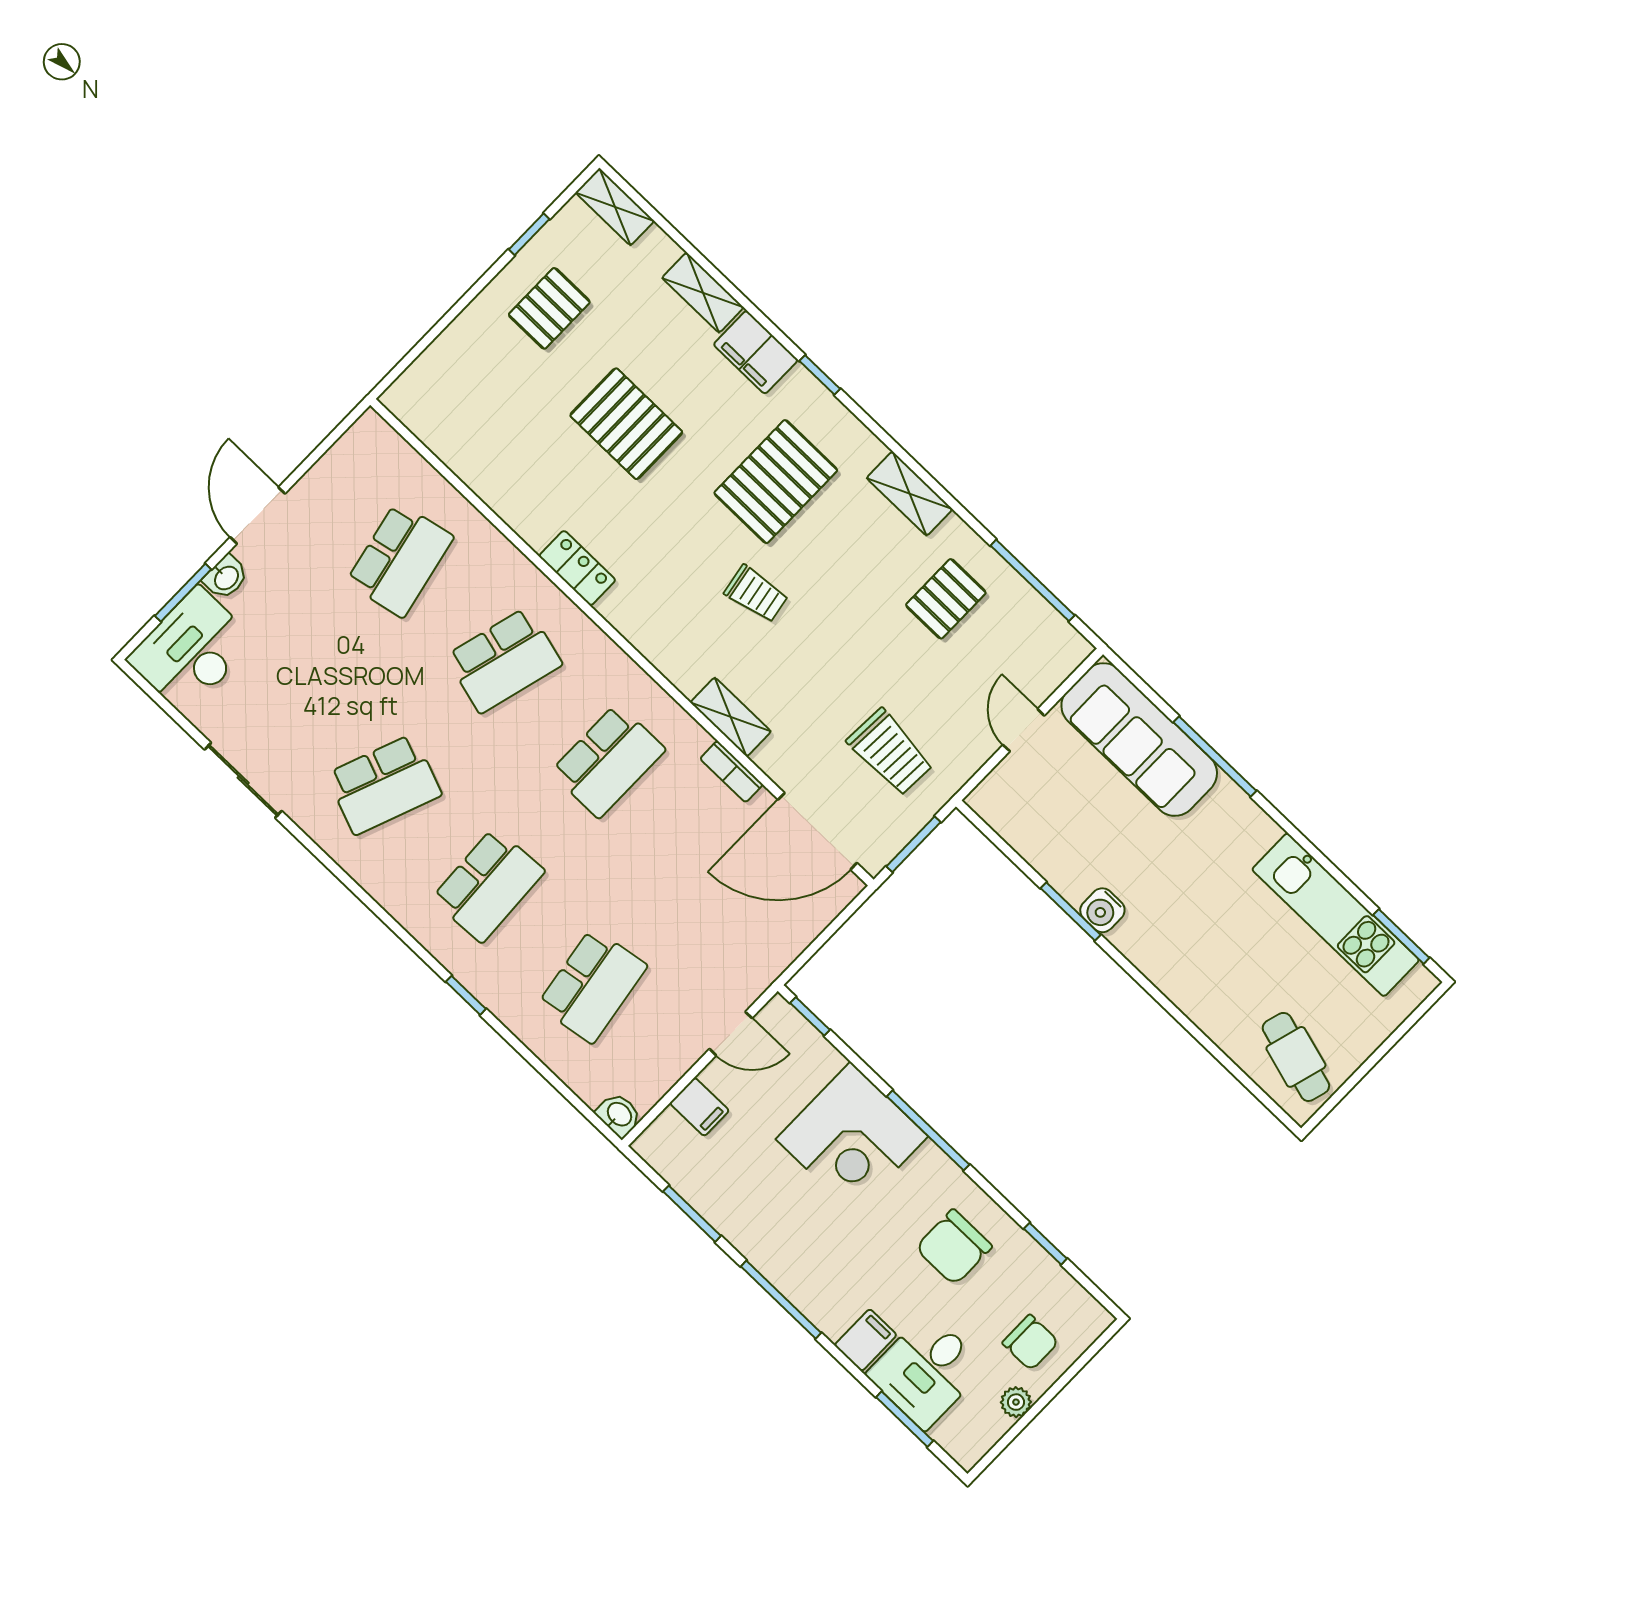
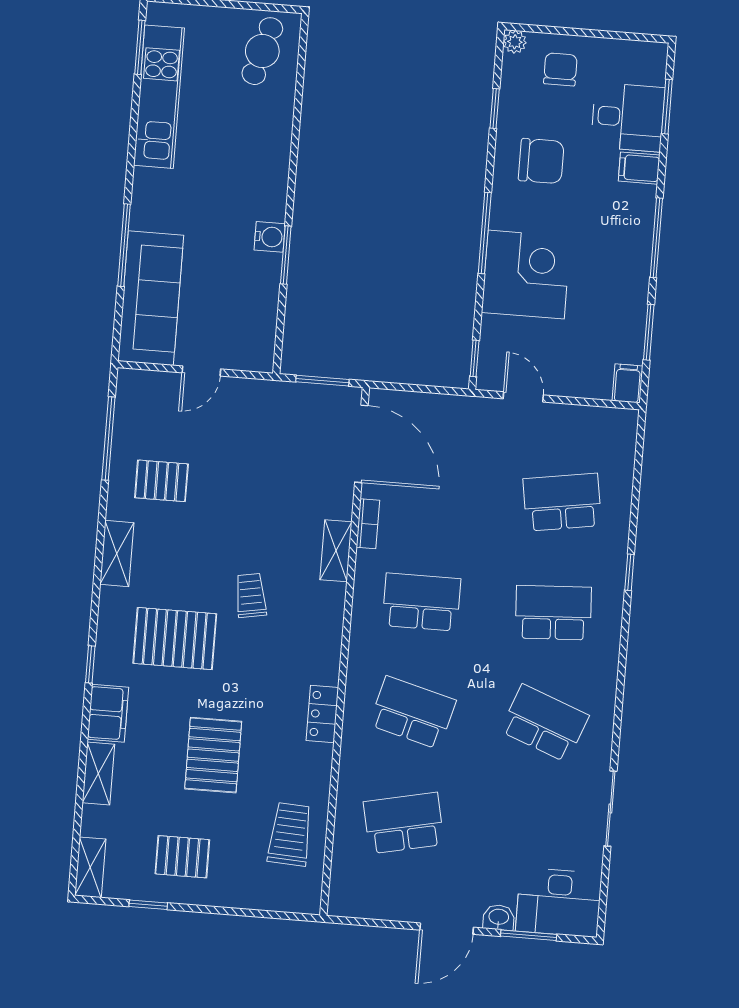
trolley: (890, 752) -> (290, 834), moved
filing cabinet: (699, 1107) -> (627, 383), moved
washbasin: (619, 1115) -> (626, 424), removed
plant: (1016, 1402) -> (515, 42), moved

